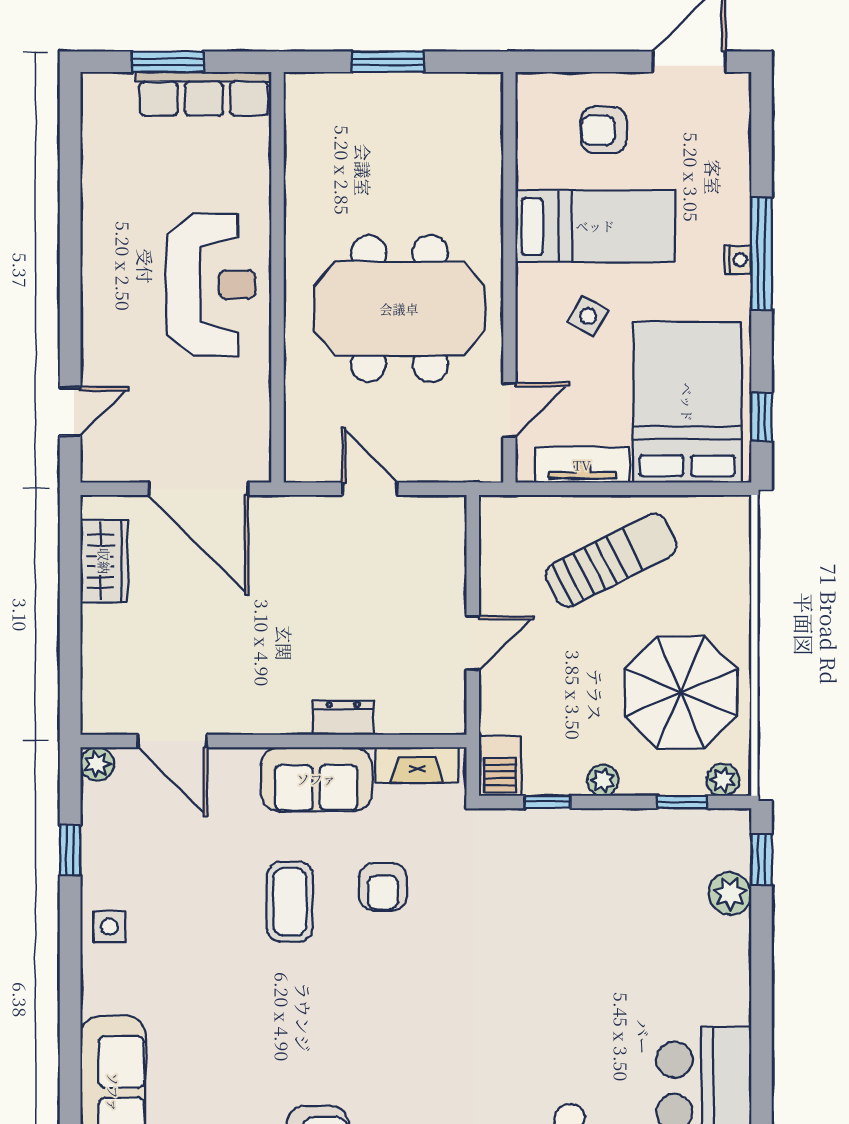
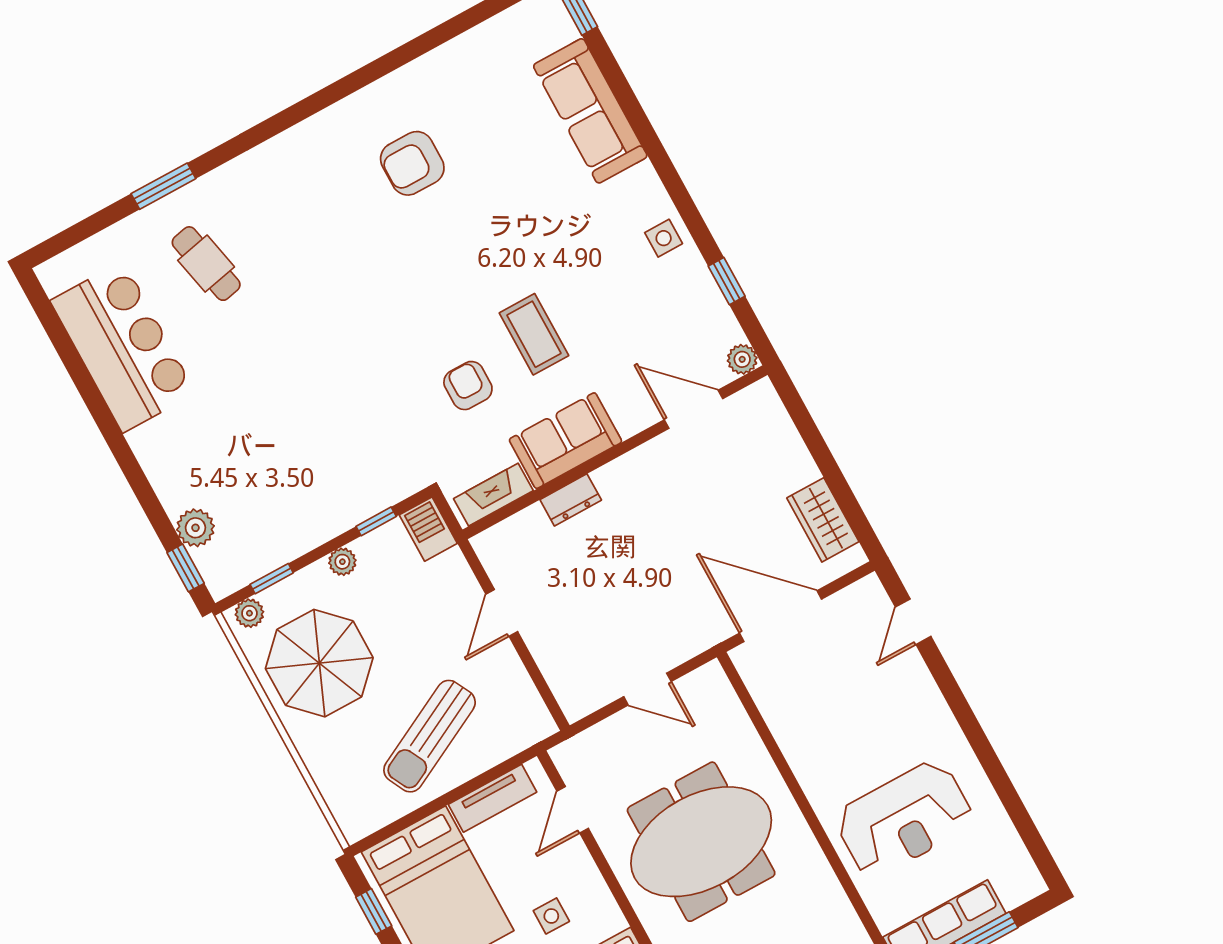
reception desk: (211, 285) -> (904, 819), moved, turned -90
side table: (588, 316) -> (551, 916), turned -30

